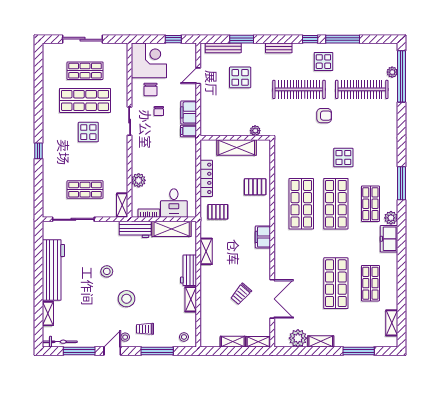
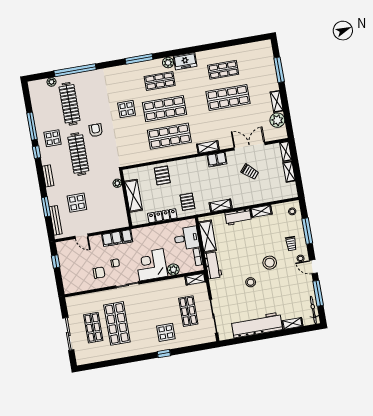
corner desk: (149, 60) -> (151, 265), moved
window: (401, 76) -> (75, 70), moved
display table: (88, 132) -> (166, 332), moved
filing cabinet: (263, 237) -> (217, 160), moved
shelving: (392, 323) -> (208, 147), moved

